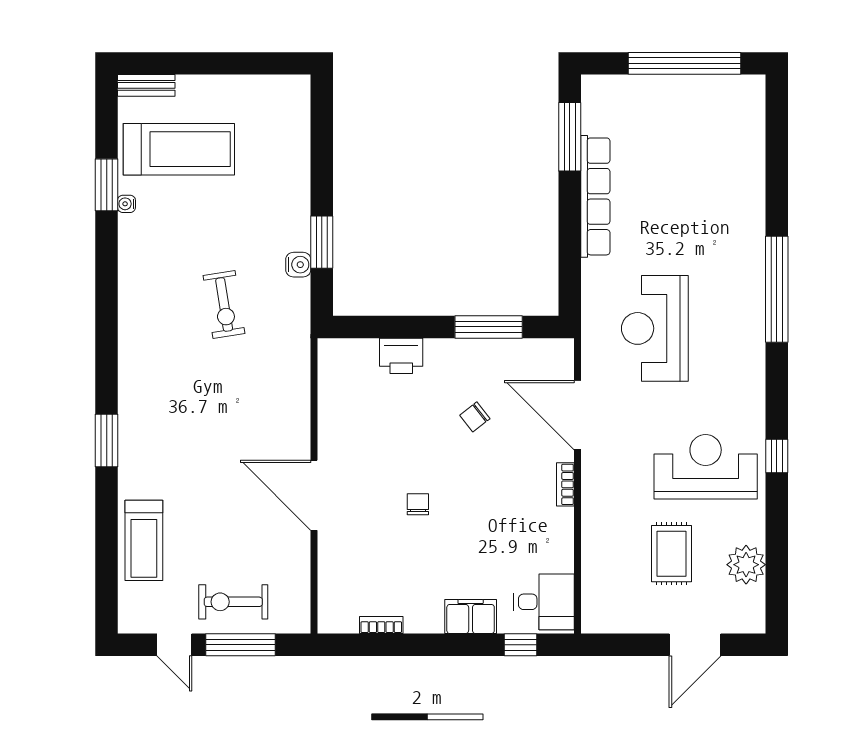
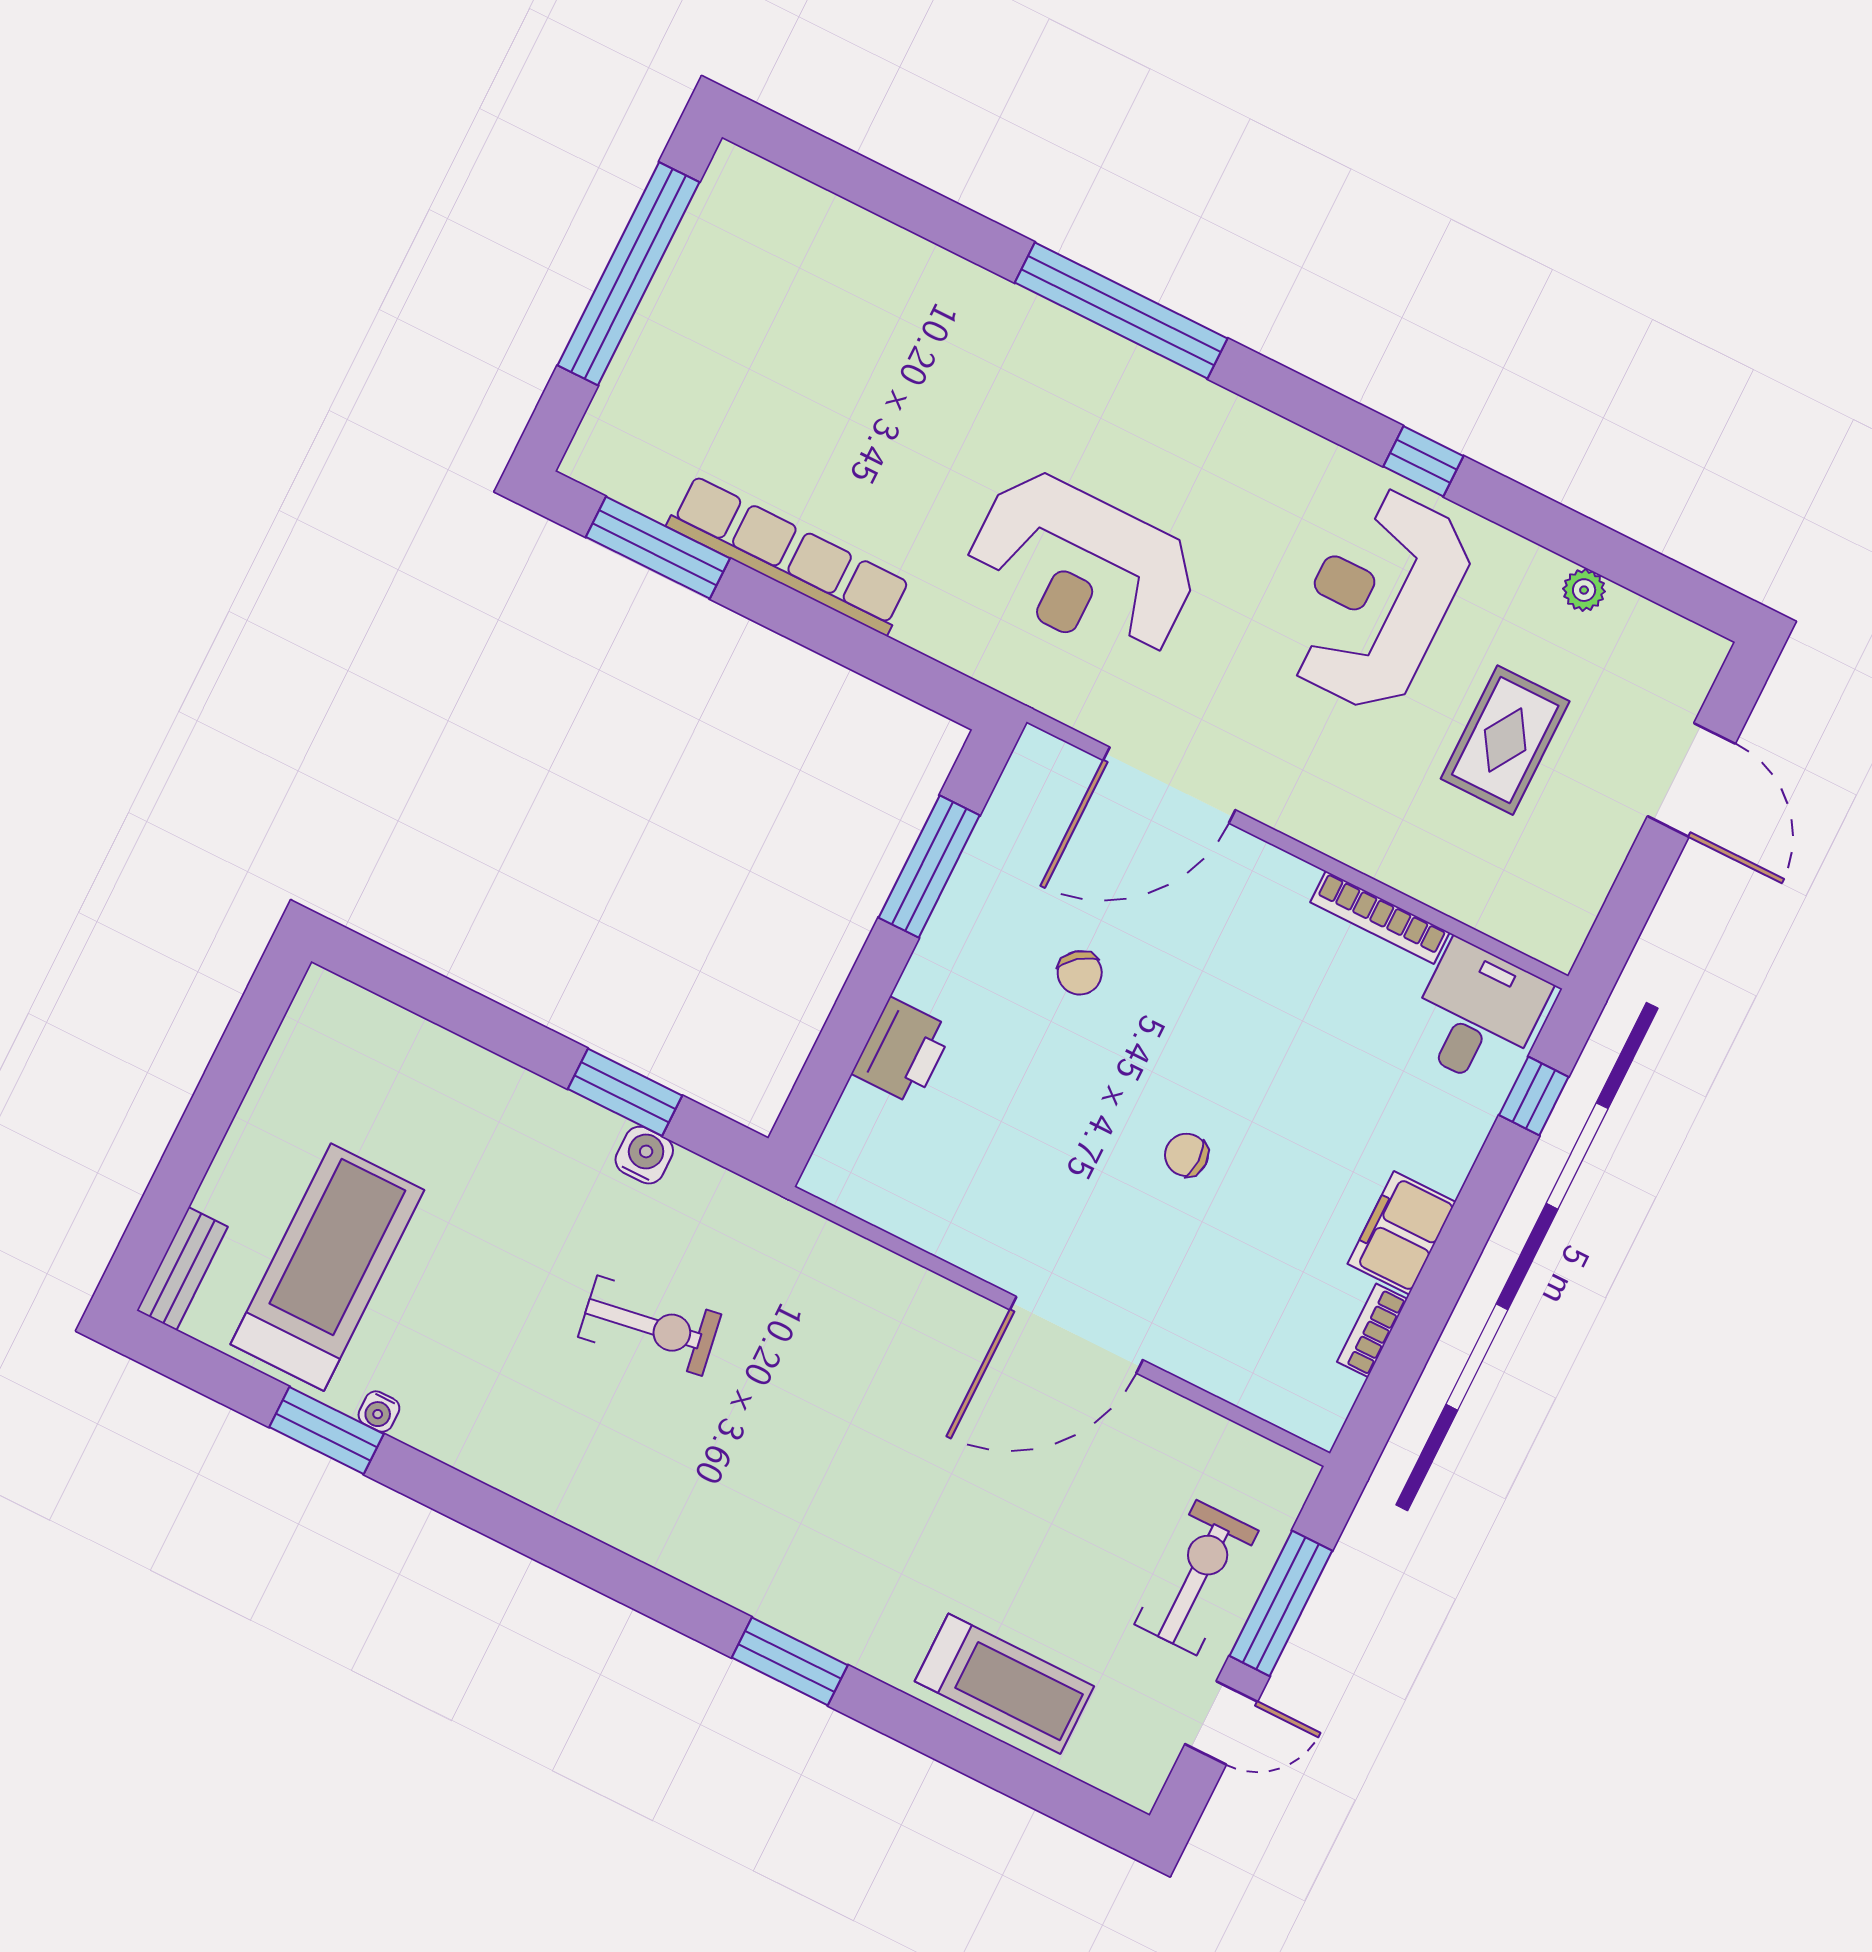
bookcase: (565, 484) -> (1380, 917), moved, width x1.56
rug: (671, 554) -> (1505, 740), turned 90
plant: (746, 565) -> (1584, 590), width x0.53, depth x0.53
exercise bike: (233, 602) -> (1196, 1578), turned 180
filing cabinet: (471, 617) -> (1402, 1233), moved

